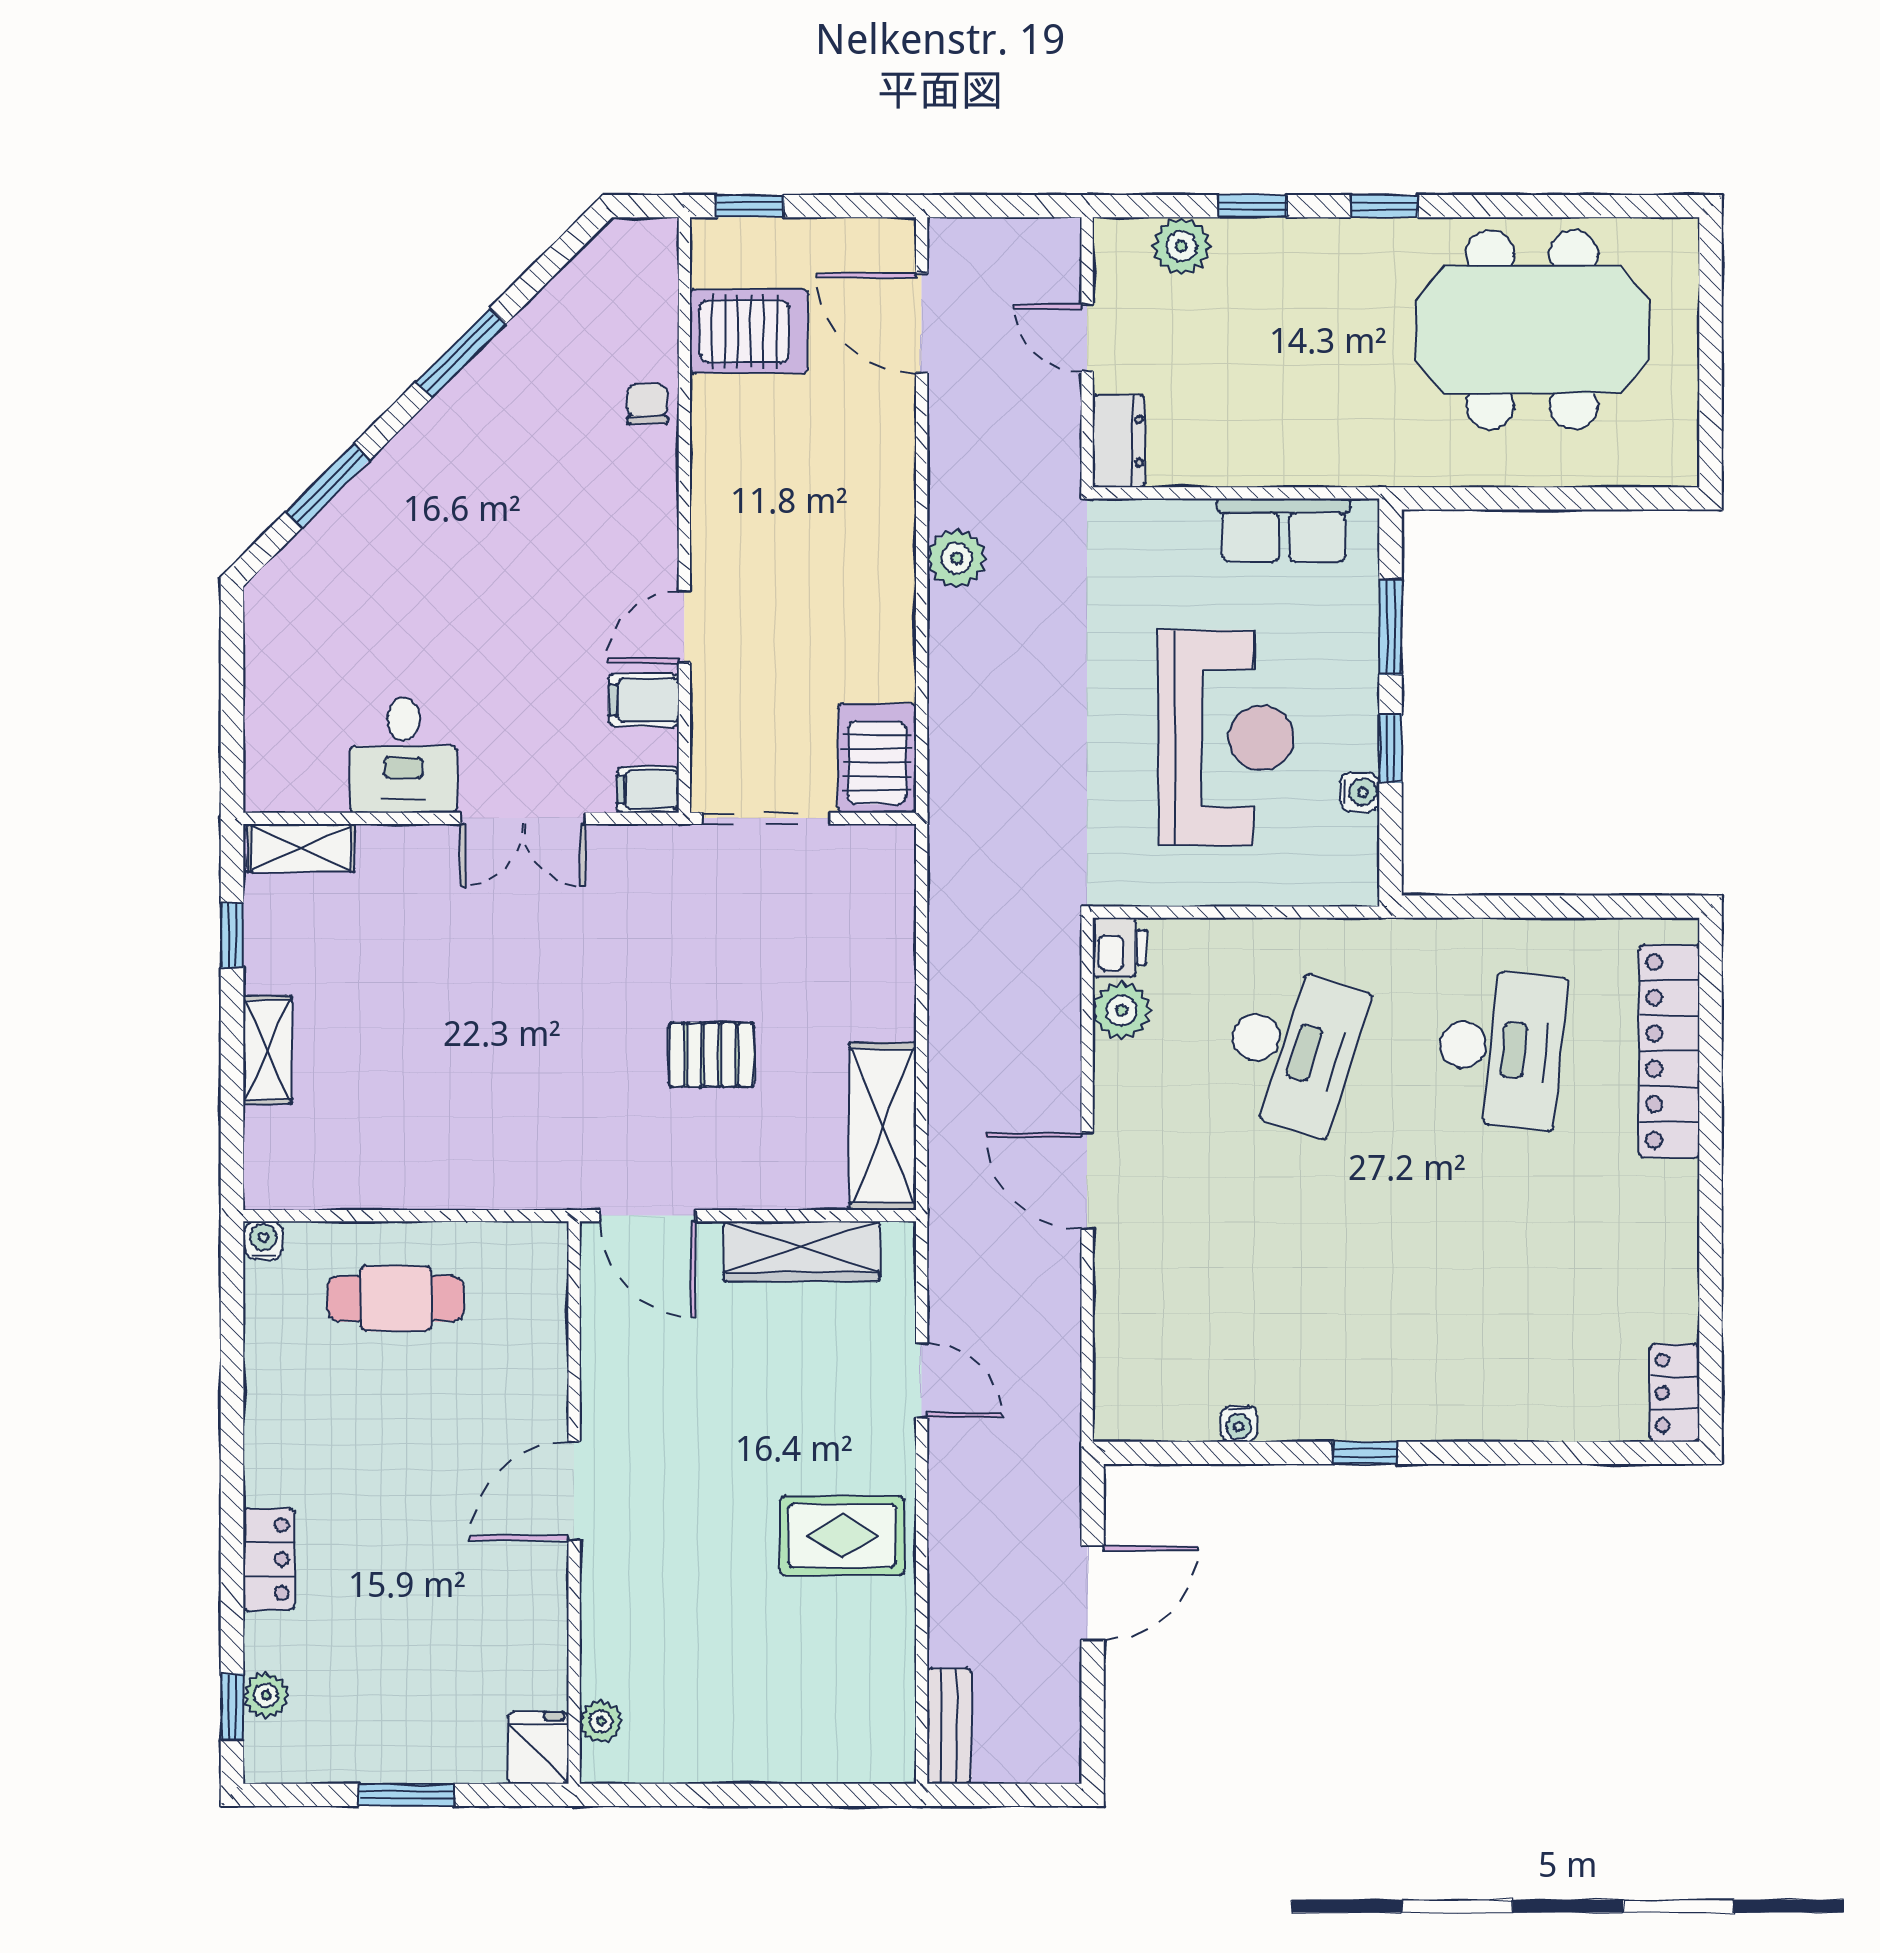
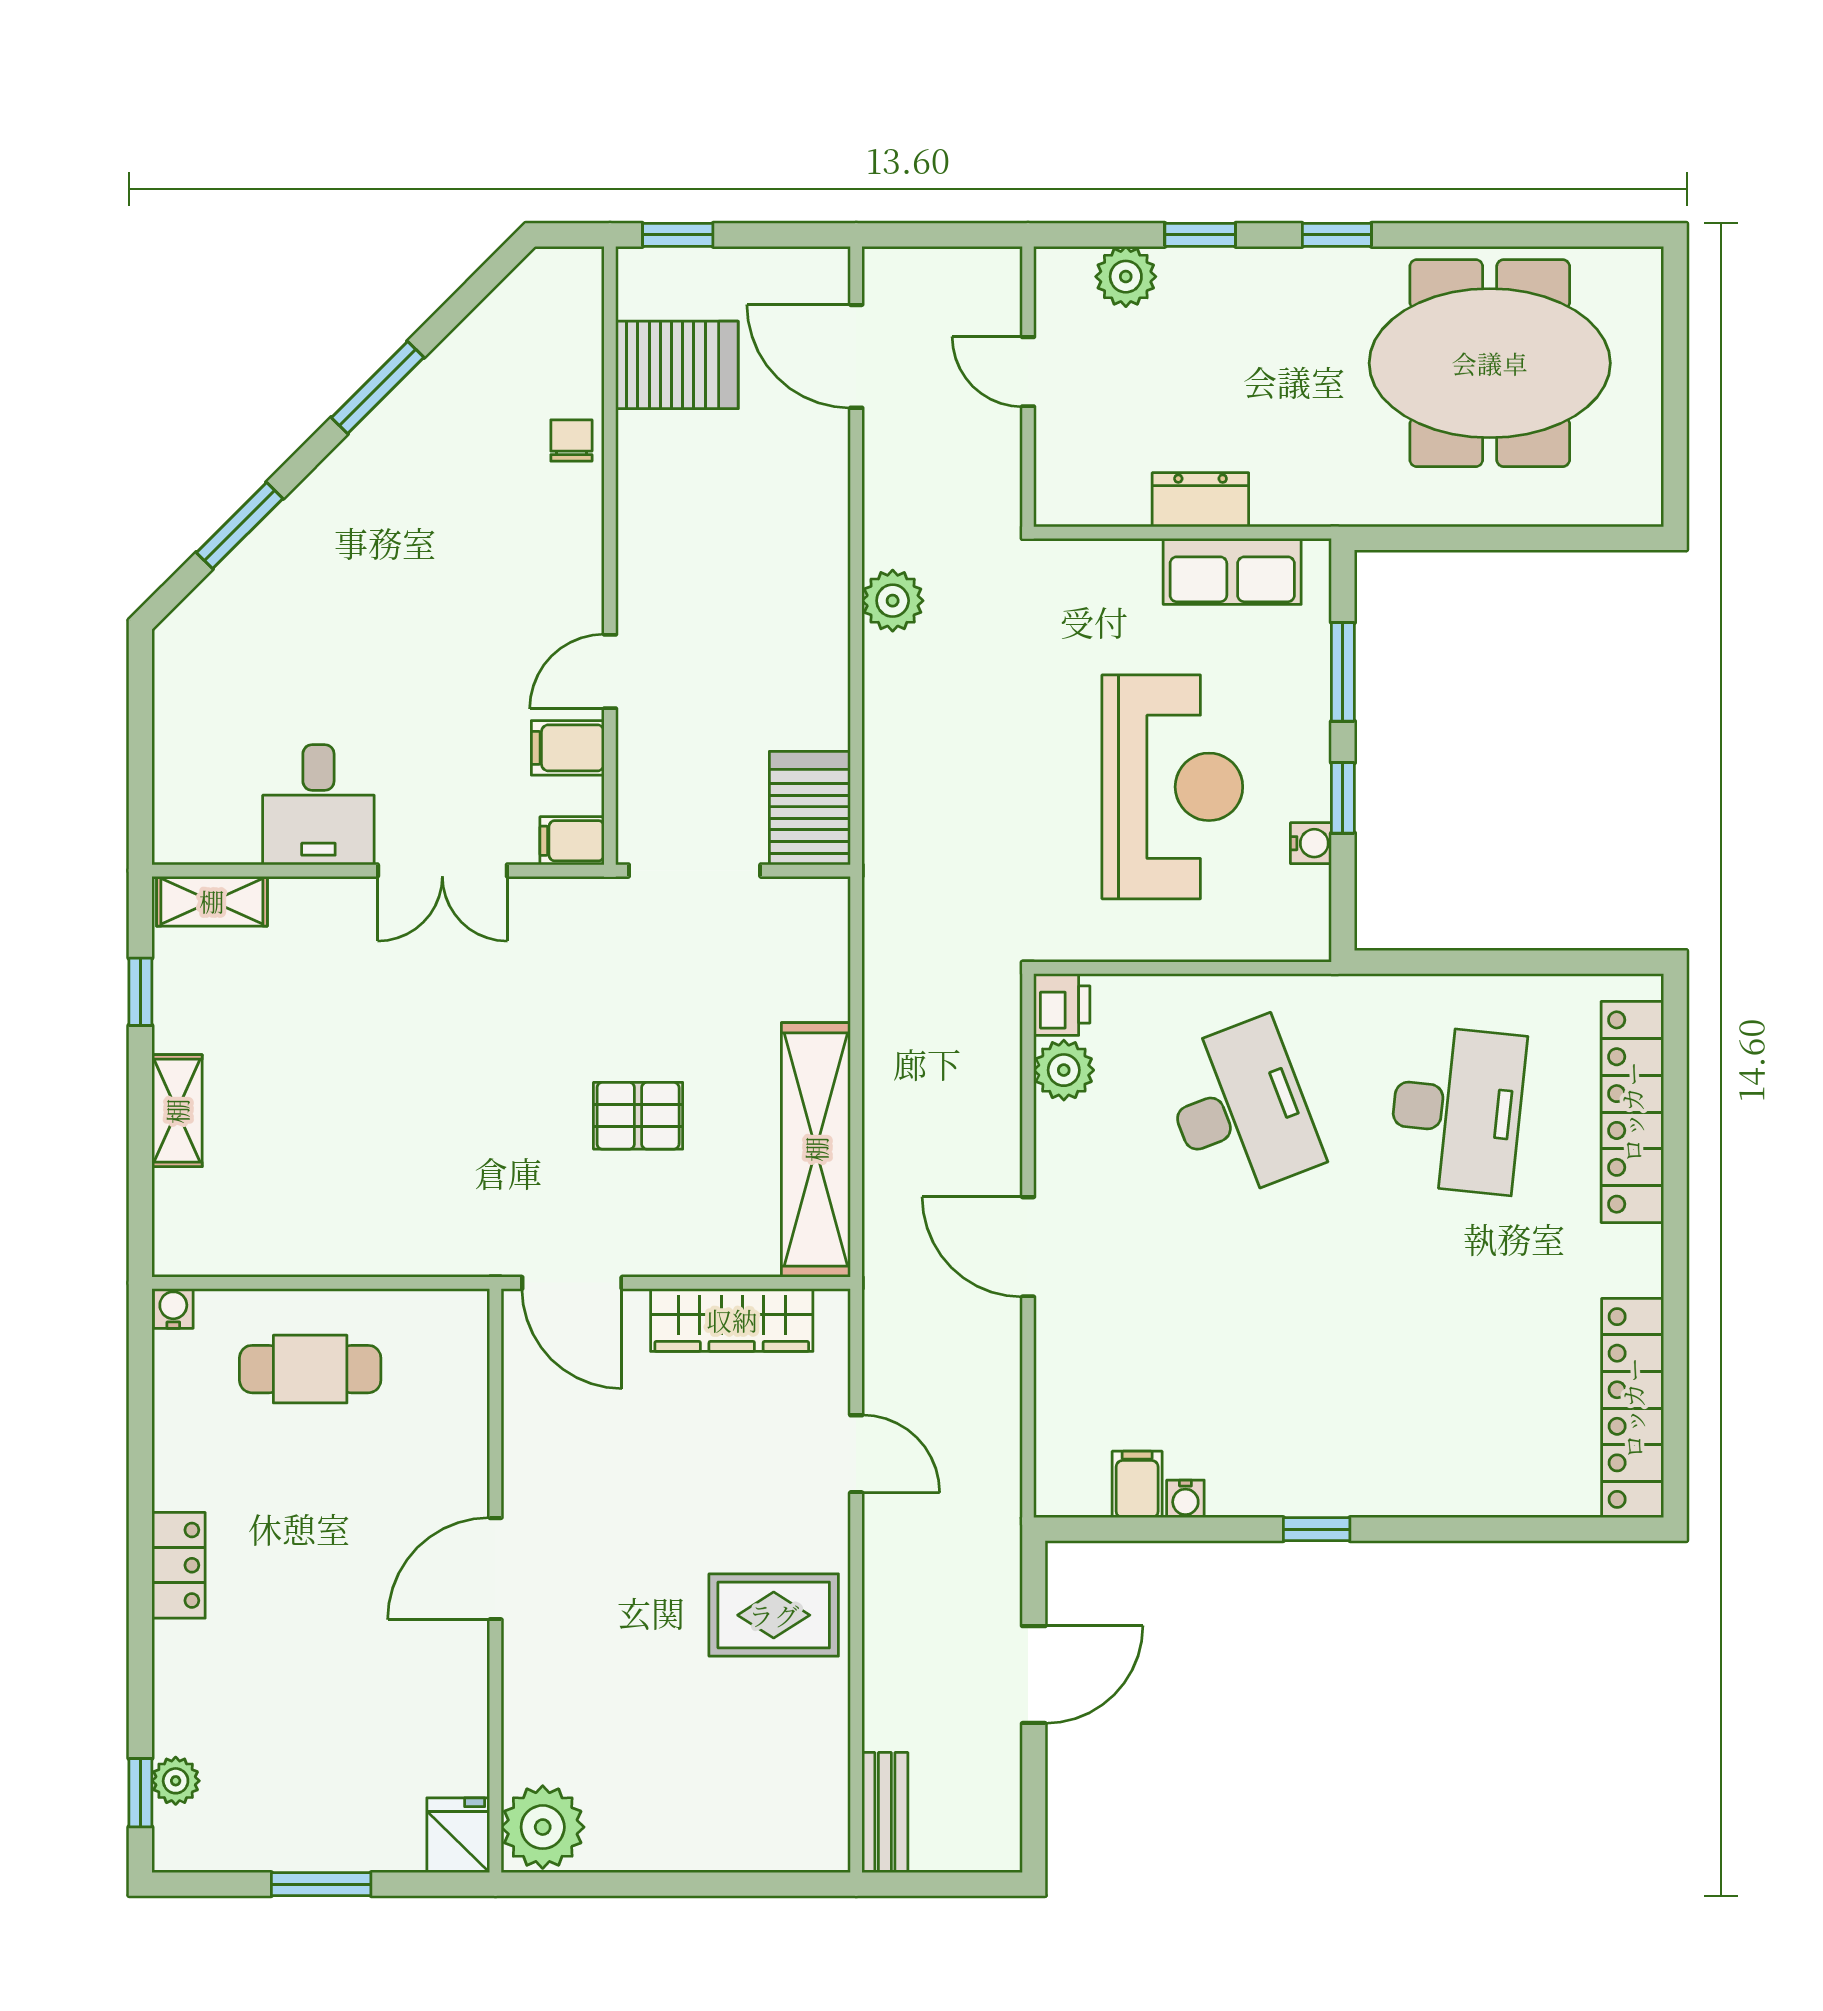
dresser: (1119, 441) -> (1200, 500), moved, turned -90
desk: (1292, 1049) -> (1240, 1110), turned -39
shelving: (883, 1126) -> (816, 1149), width x1.47
locker: (1675, 1393) -> (1633, 1408), width x2.16, depth x1.21
filing cabinet: (1192, 1410) -> (1137, 1484), added
locker: (269, 1559) -> (179, 1565), moved
plant: (601, 1721) -> (543, 1827), width x1.87, depth x1.87

